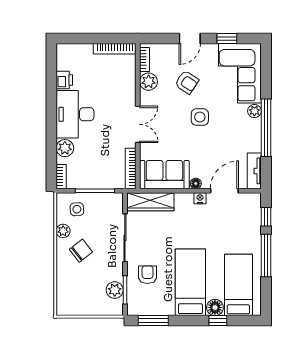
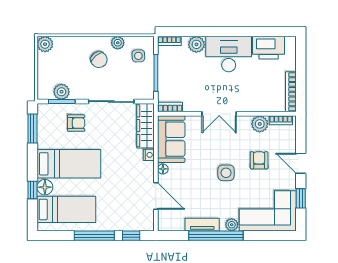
printer: (64, 80) -> (269, 48), width x1.87, depth x1.48
armchair: (187, 82) -> (259, 160), turned 147
bookcase: (131, 169) -> (170, 107), width x0.64
tv unit: (254, 171) -> (202, 225), moved
nightstand: (200, 198) -> (149, 155), moved
plant: (65, 307) -> (45, 44), added

